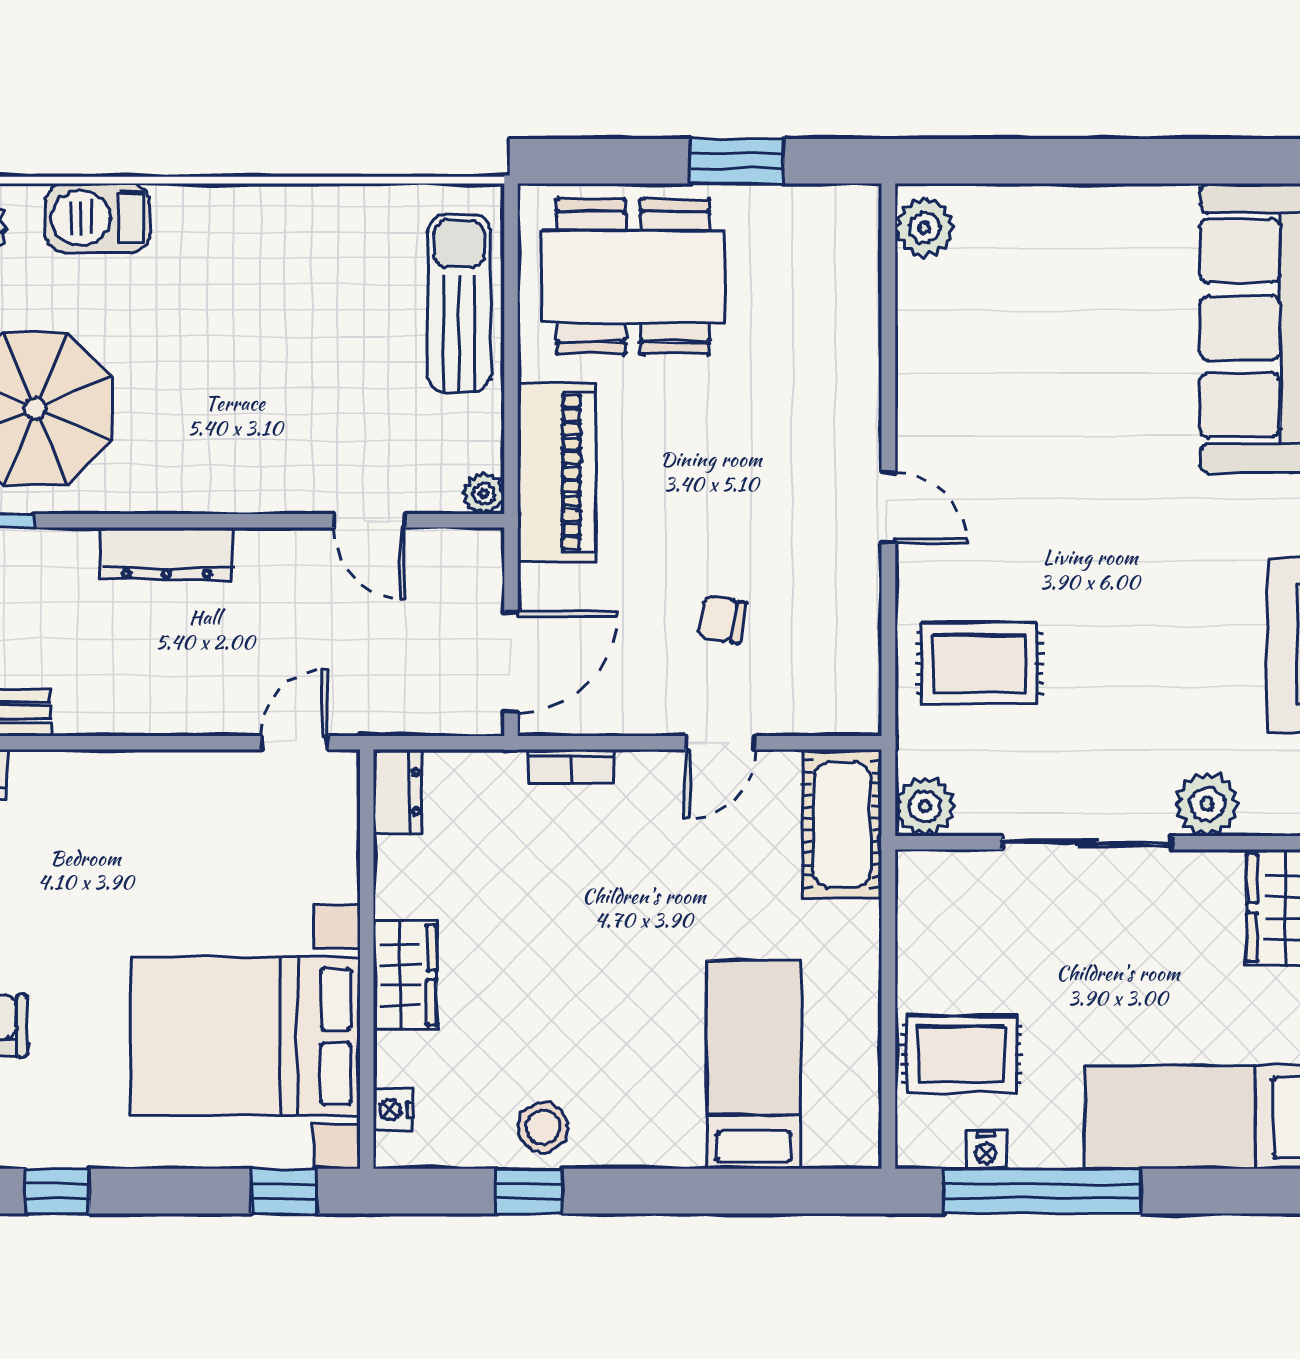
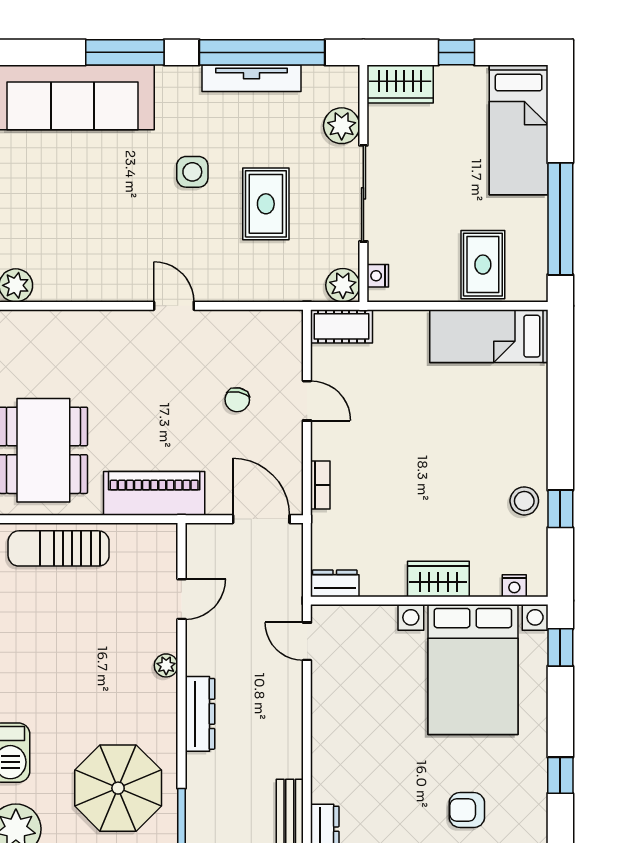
plant: (484, 494) -> (166, 665), moved
door: (888, 508) -> (174, 306), hinge flipped
side table: (1125, 540) -> (192, 172), added
rug: (979, 663) -> (266, 204), moved
cot: (842, 824) -> (342, 326), width x0.73, depth x0.75
bed: (754, 1065) -> (489, 336), moved
nightstand: (986, 1150) -> (378, 276), moved, turned 180

